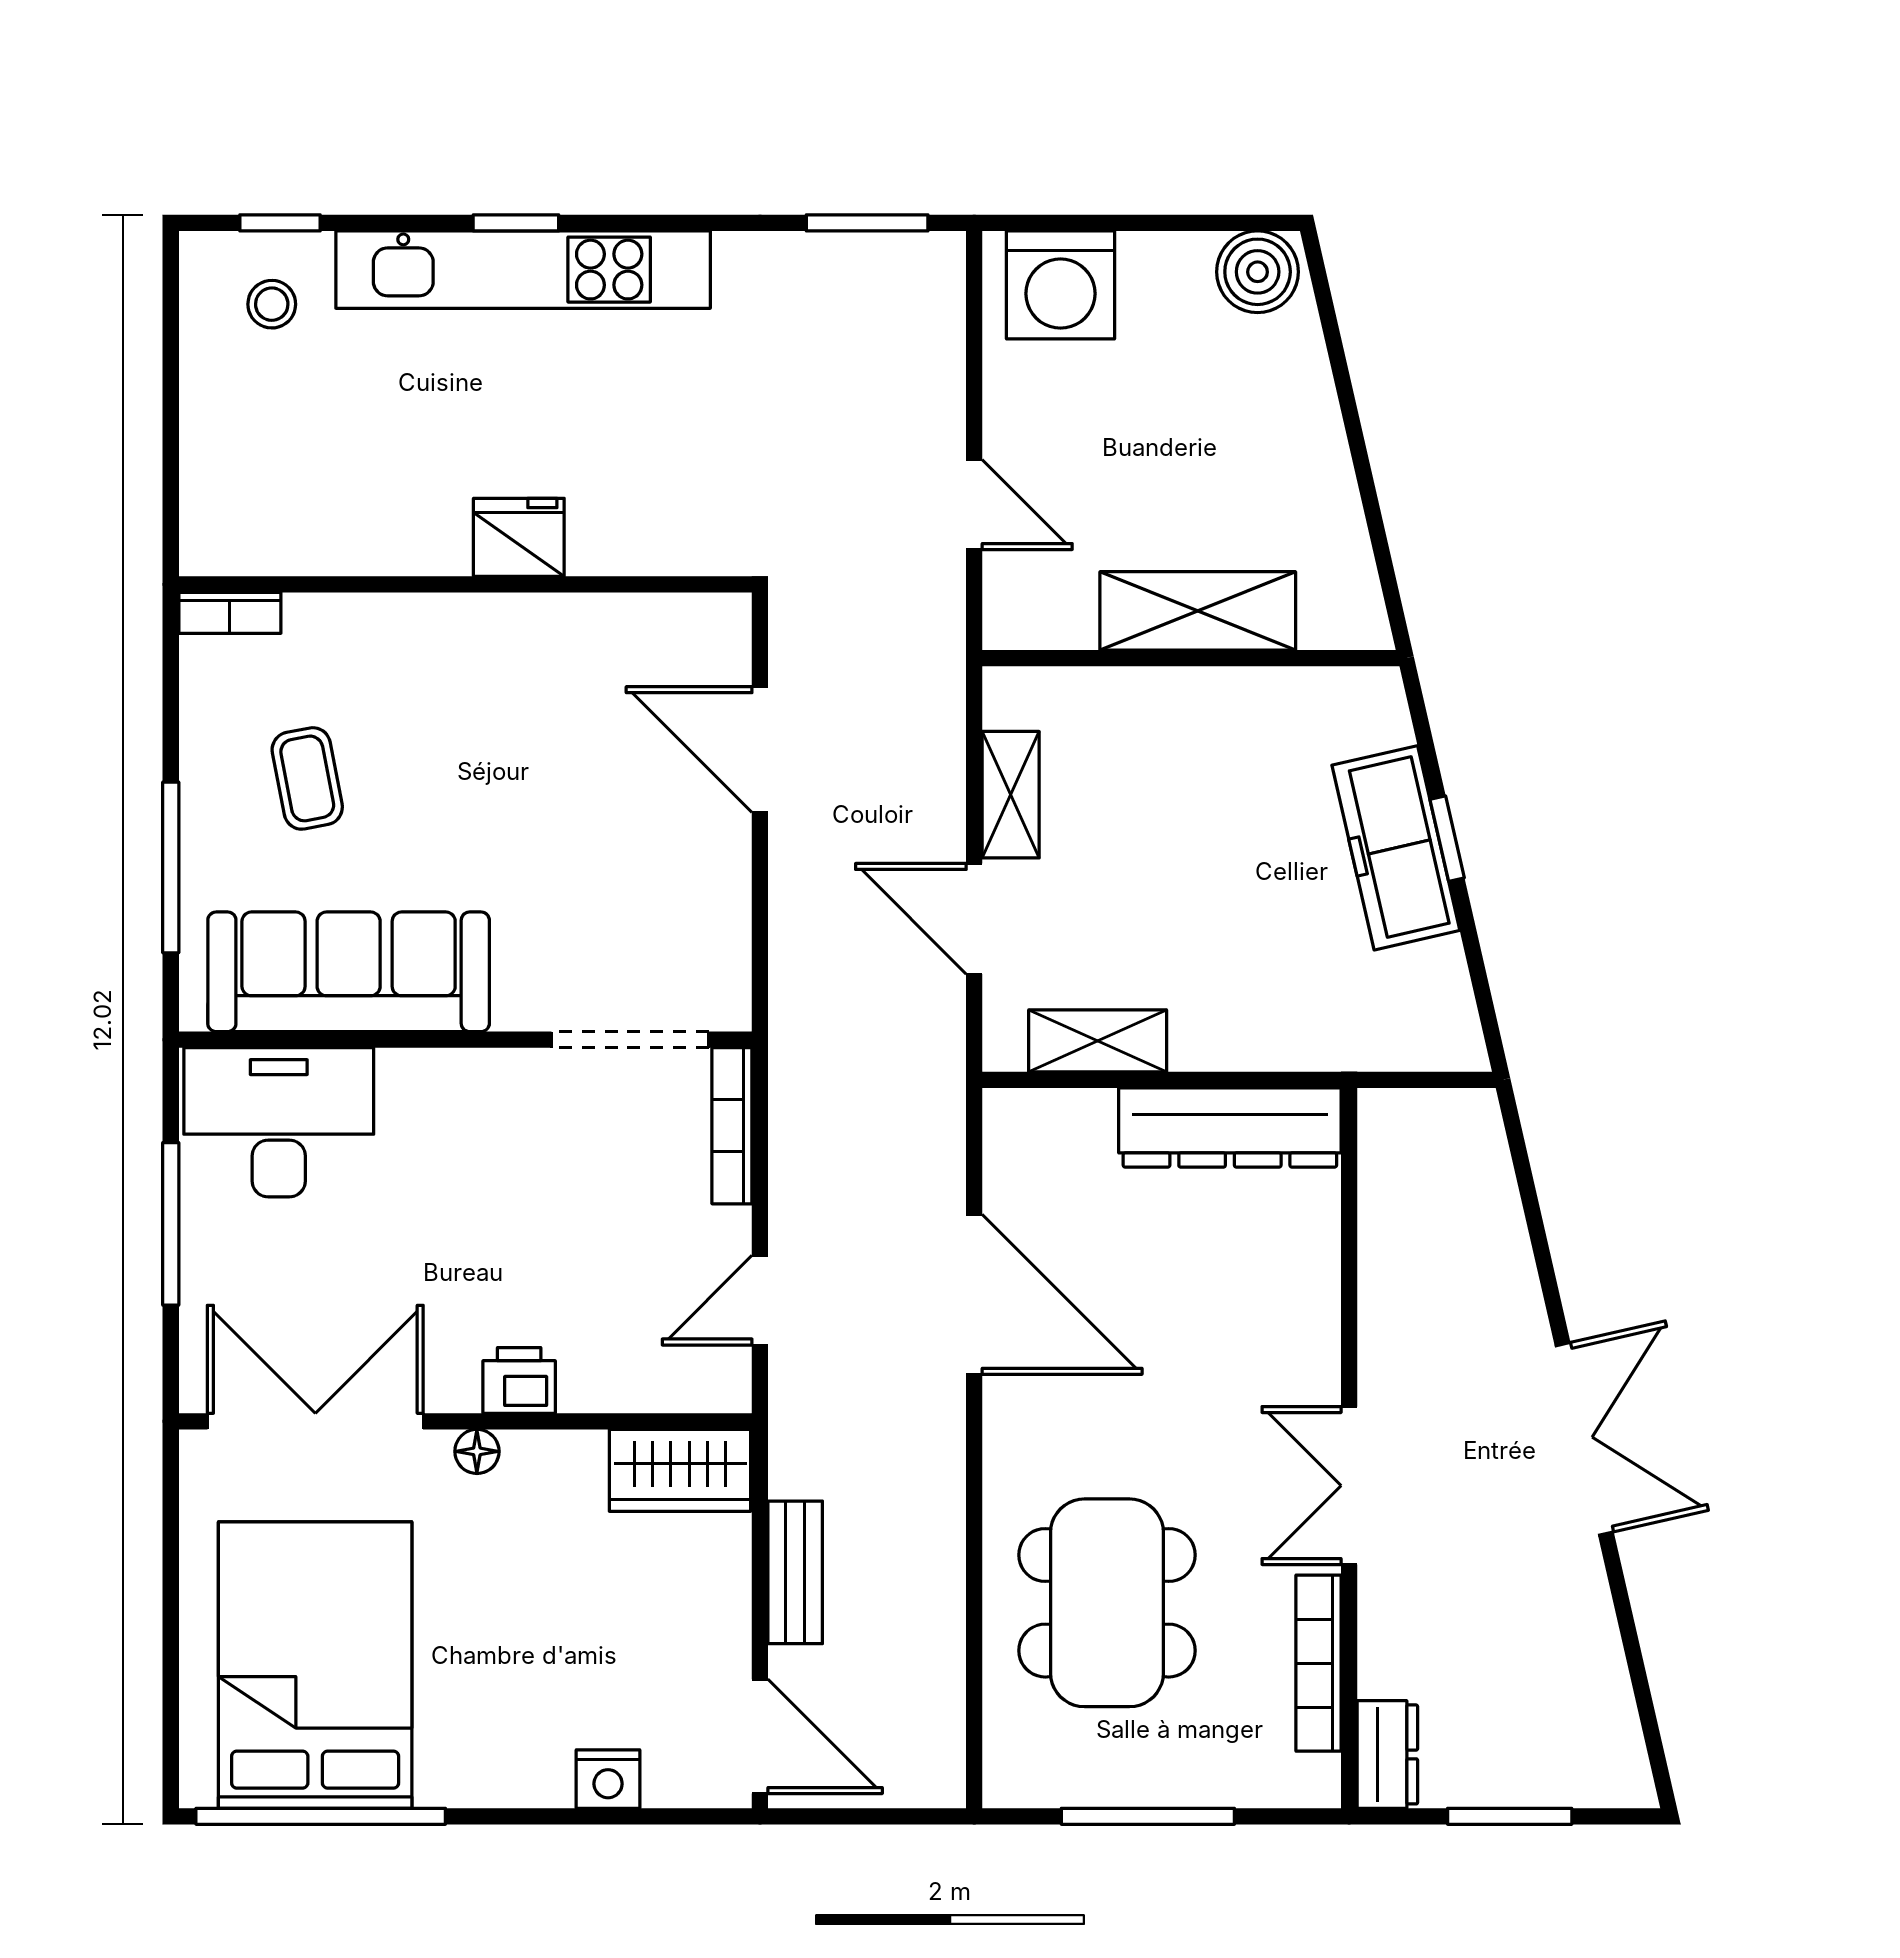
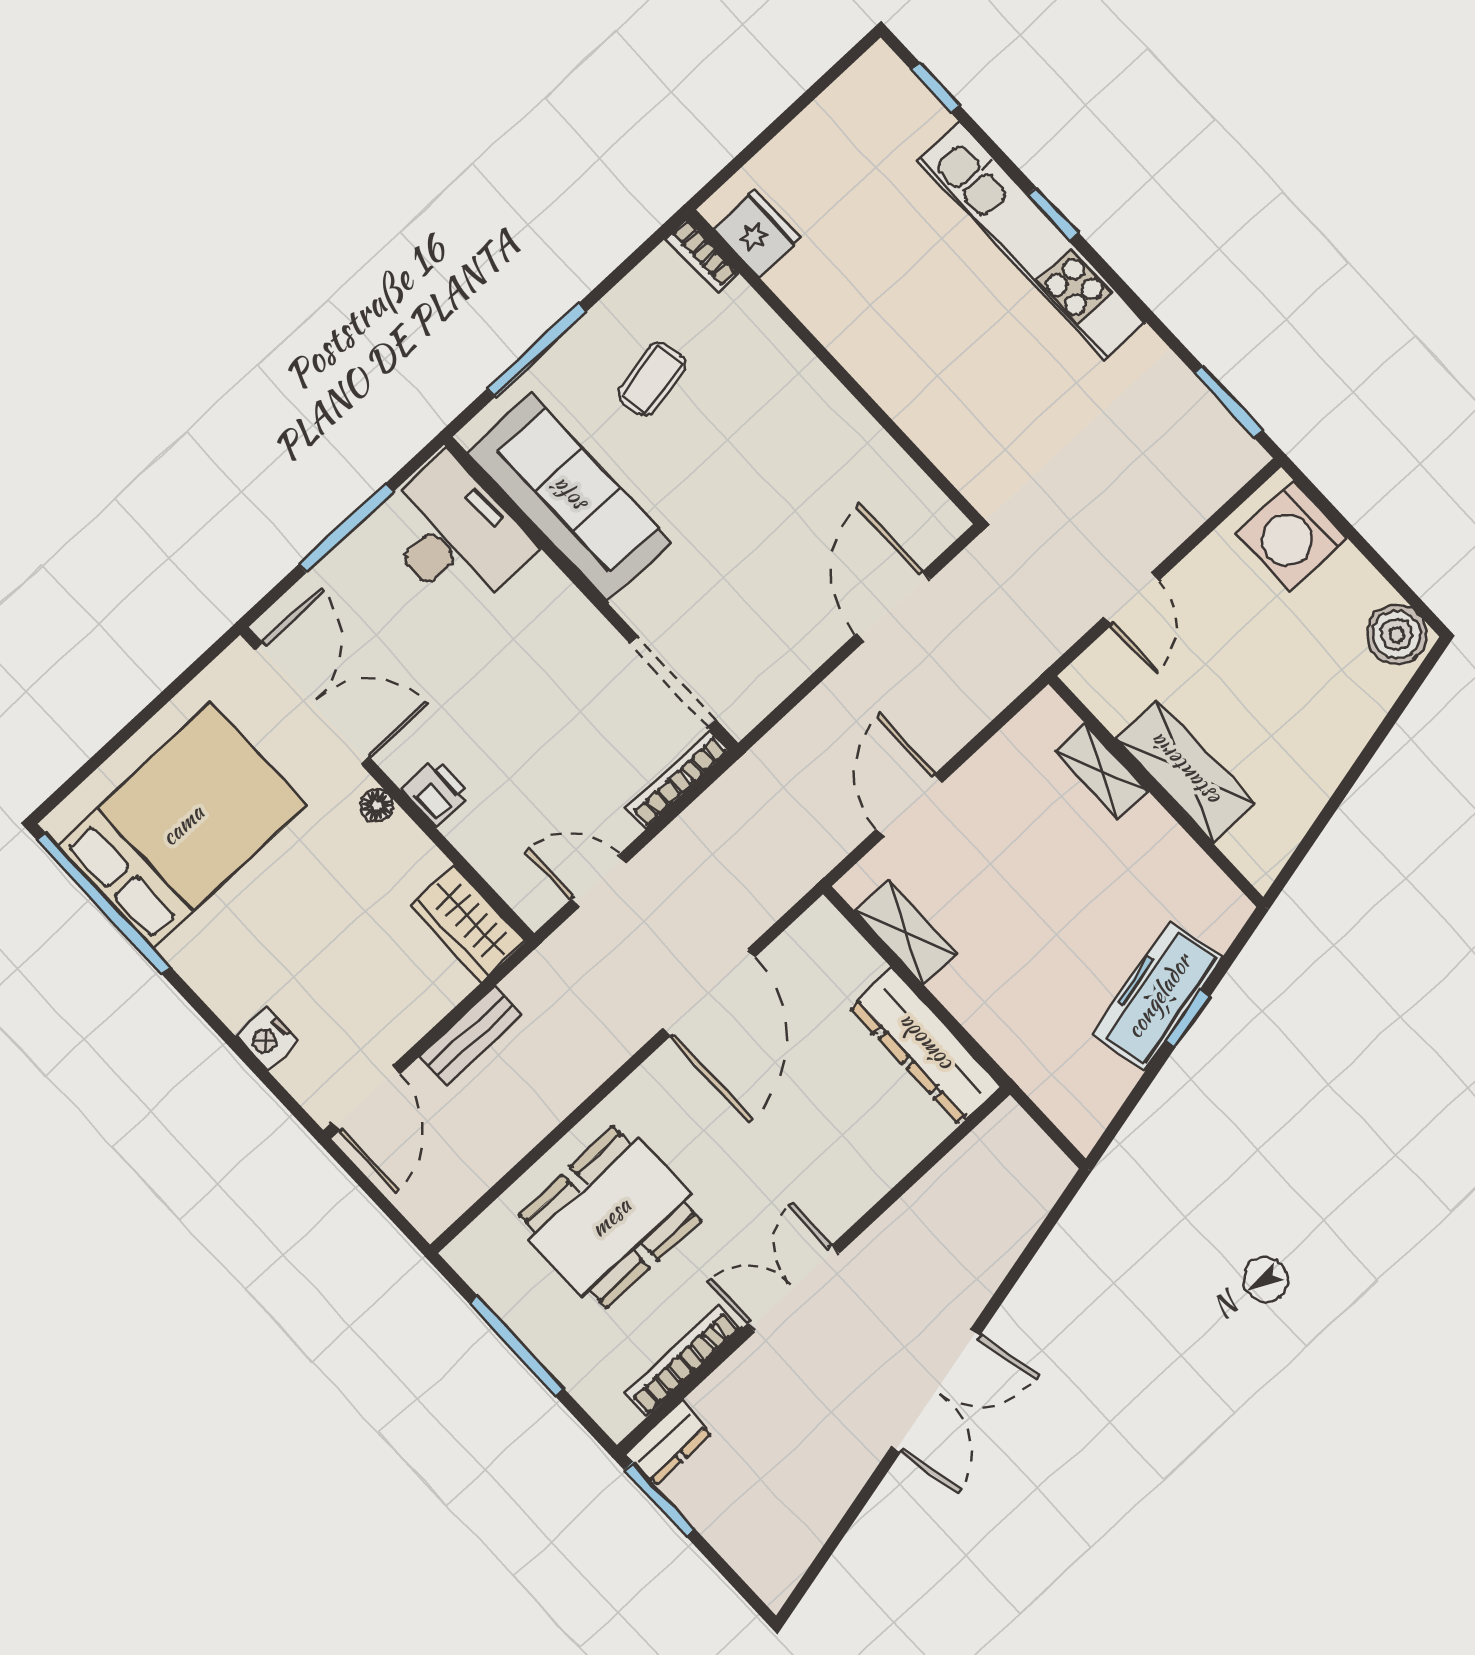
stool: (272, 304) -> (888, 124), removed
fridge: (519, 537) -> (757, 233), moved
shelving: (1011, 795) -> (1102, 771), moved, turned 90
window: (1510, 1816) -> (659, 1499), moved

